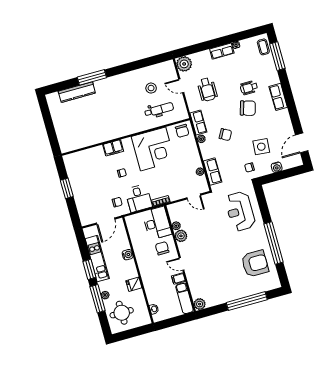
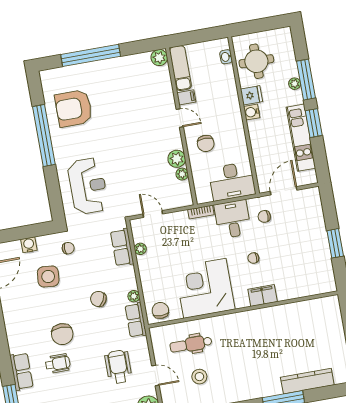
row of seats: (278, 97) -> (21, 371), moved
chair: (248, 108) -> (62, 334), turned -107
desk: (157, 223) -> (232, 181), moved, turned -90
water cooler: (128, 255) -> (252, 112), moved
round table: (122, 313) -> (256, 61), moved

